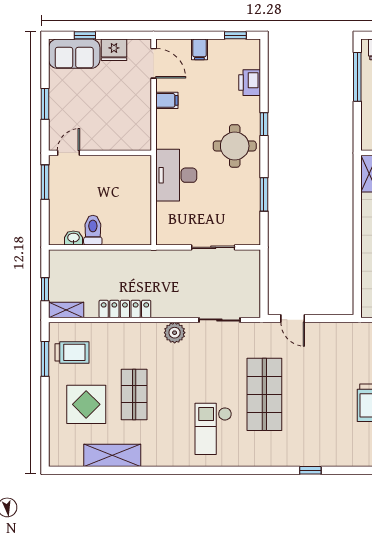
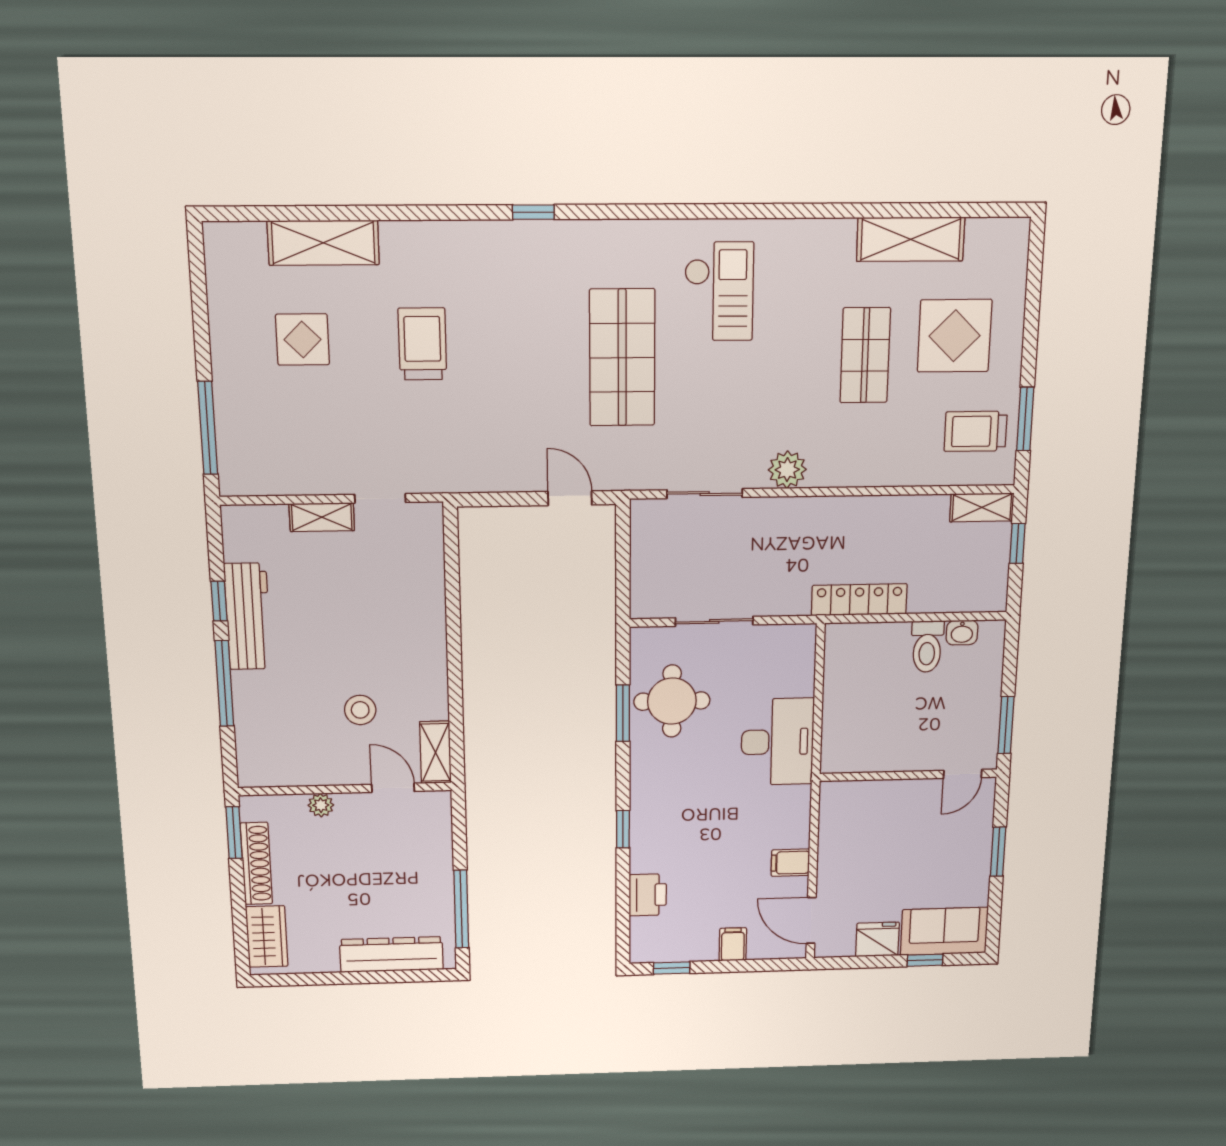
round table: (235, 146) -> (672, 701), moved
locker: (125, 309) -> (859, 600), moved, turned 180

